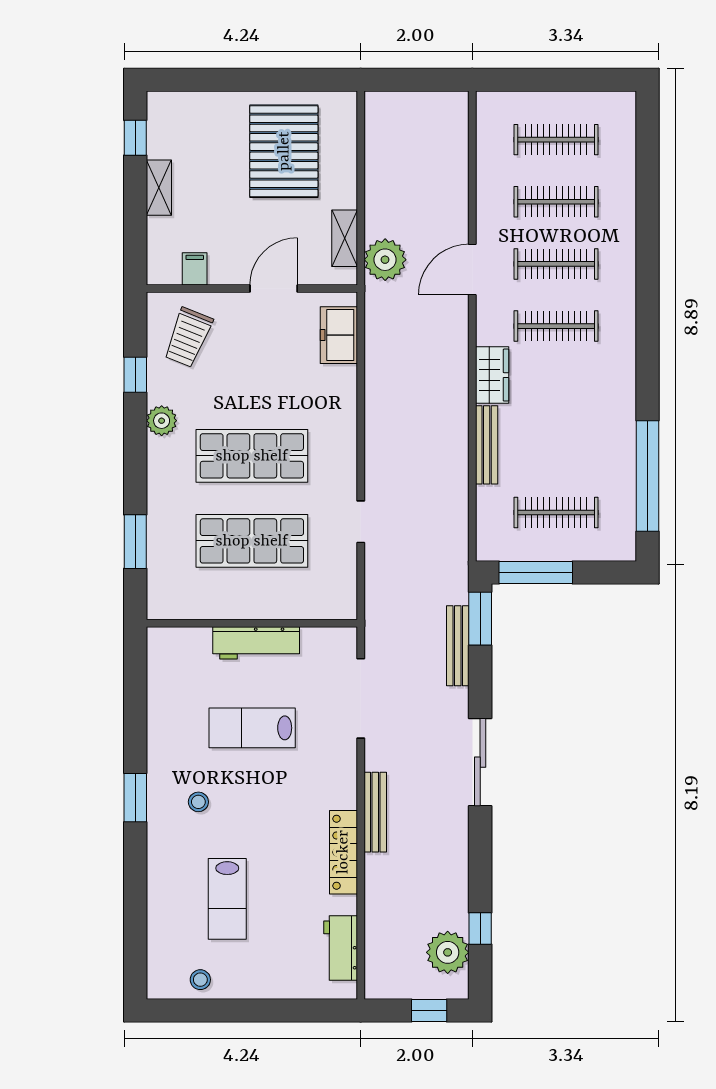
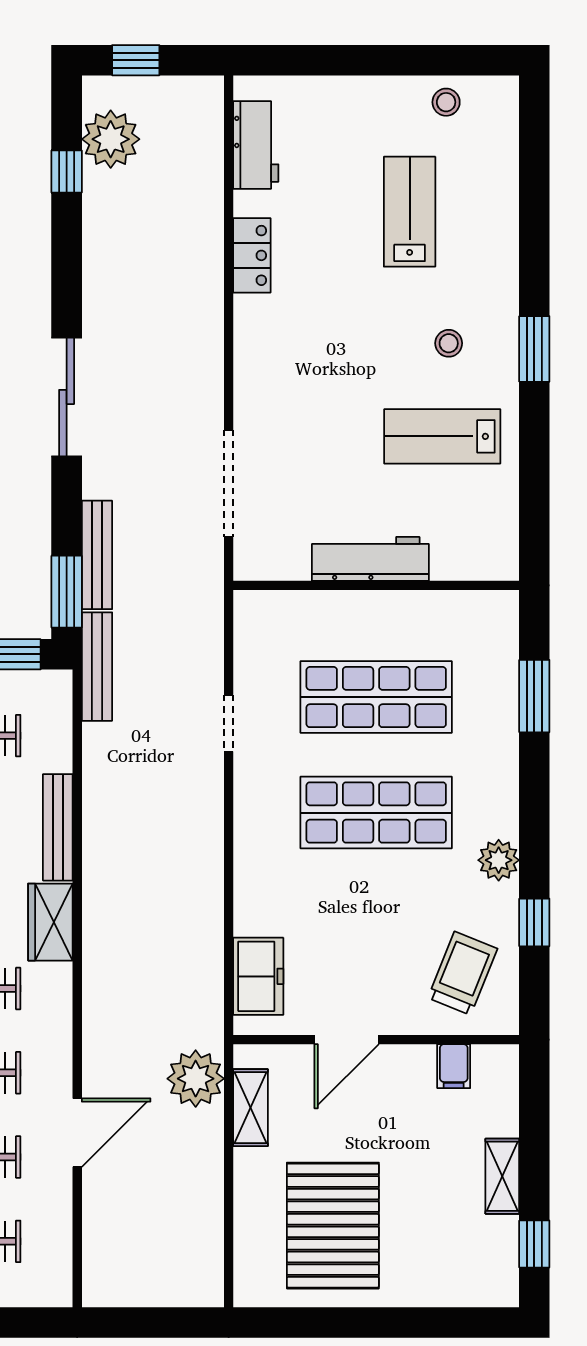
door: (472, 270) -> (77, 1133), moved
lab bench: (252, 728) -> (442, 436), moved, turned 180
bench: (375, 812) -> (97, 667), moved
locker: (343, 852) -> (252, 255), width x0.66

